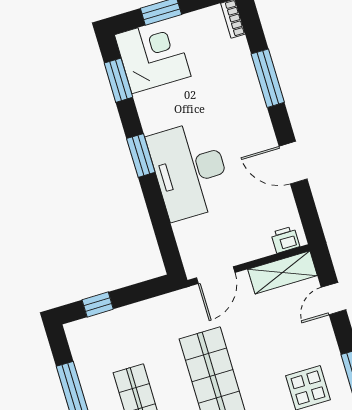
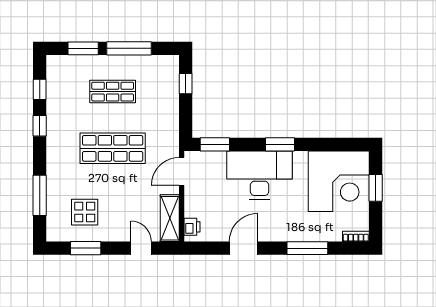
corner desk: (153, 56) -> (339, 181), width x1.36, depth x1.36
window: (118, 80) -> (215, 144), moved
door: (216, 275) -> (182, 171), hinge flipped

